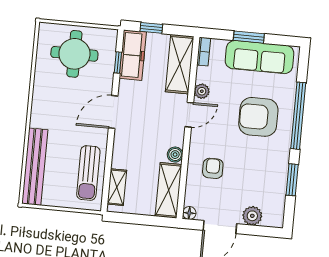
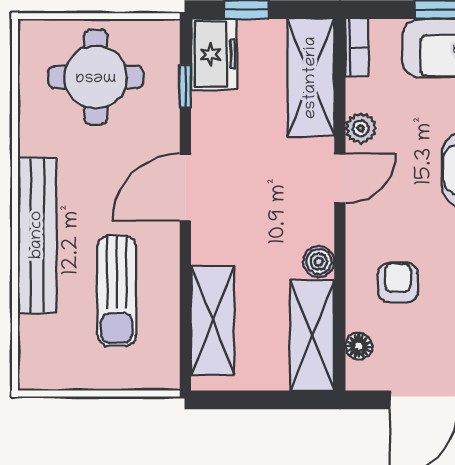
freezer: (133, 55) -> (214, 54), width x0.71
bench: (35, 167) -> (37, 235), moved
sun lounger: (88, 173) -> (117, 291), moved
shelving: (117, 187) -> (213, 321), width x1.50, depth x1.33
floor lamp: (189, 213) -> (359, 346), moved

